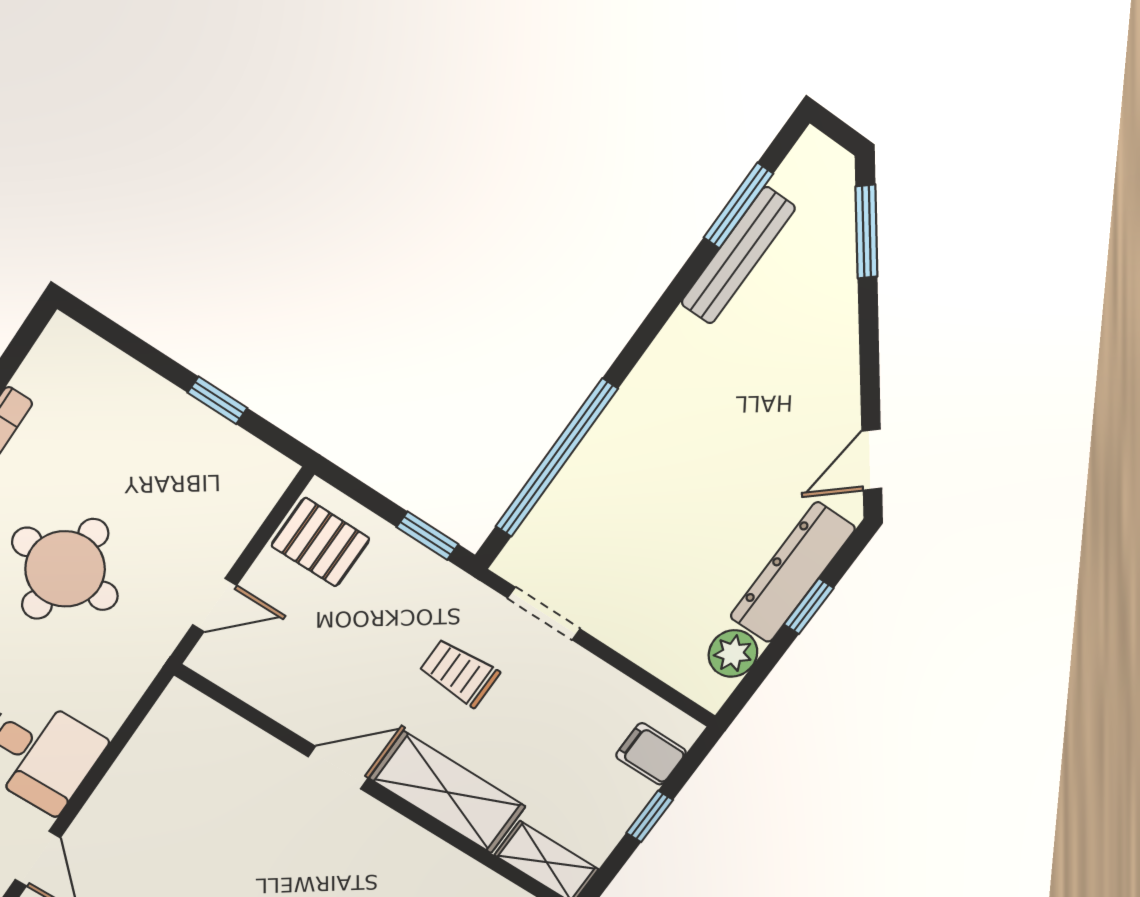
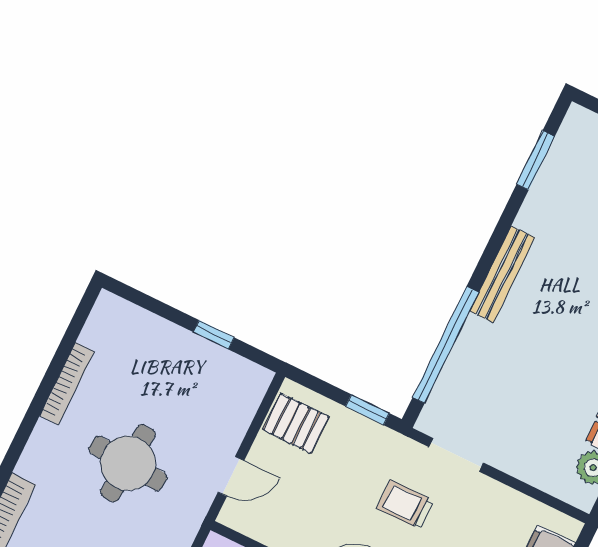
bench: (738, 255) -> (502, 274), moved

